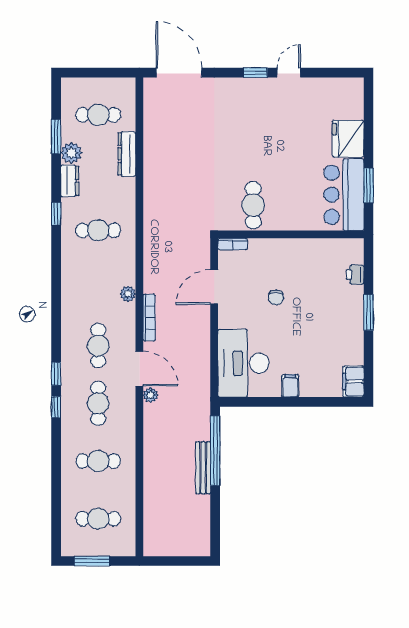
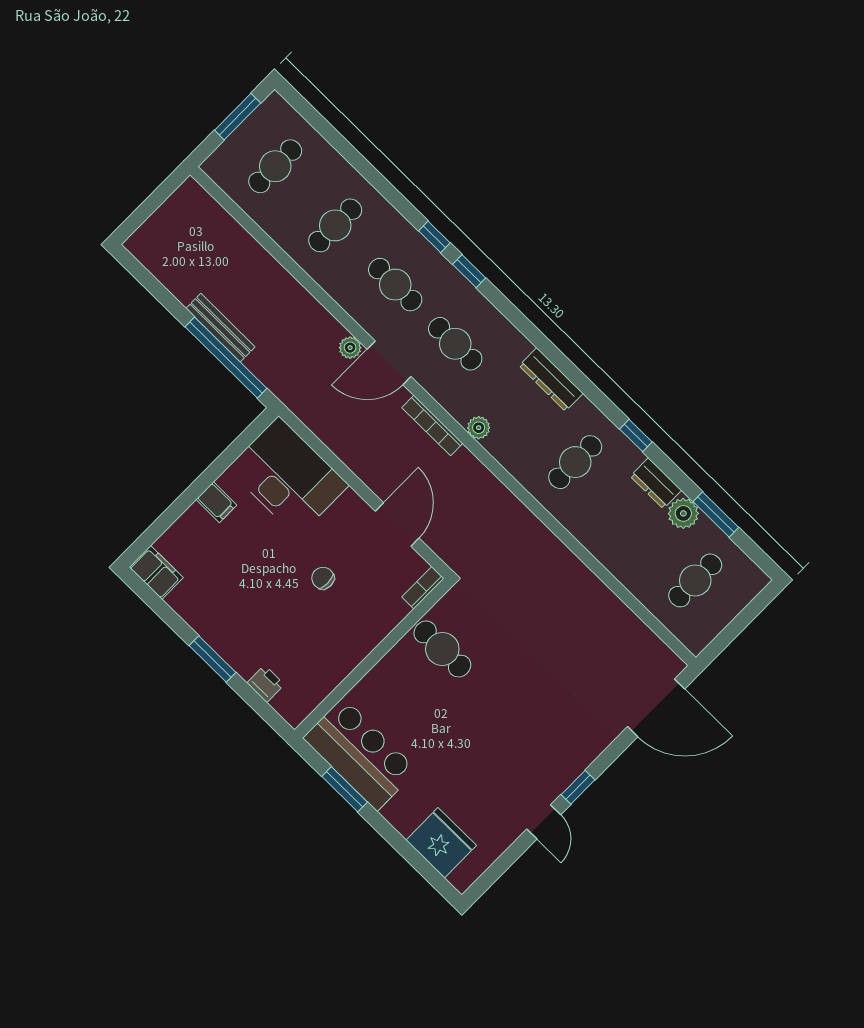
fridge: (348, 139) -> (441, 843), moved
dresser: (127, 154) -> (551, 379), moved, turned 180

